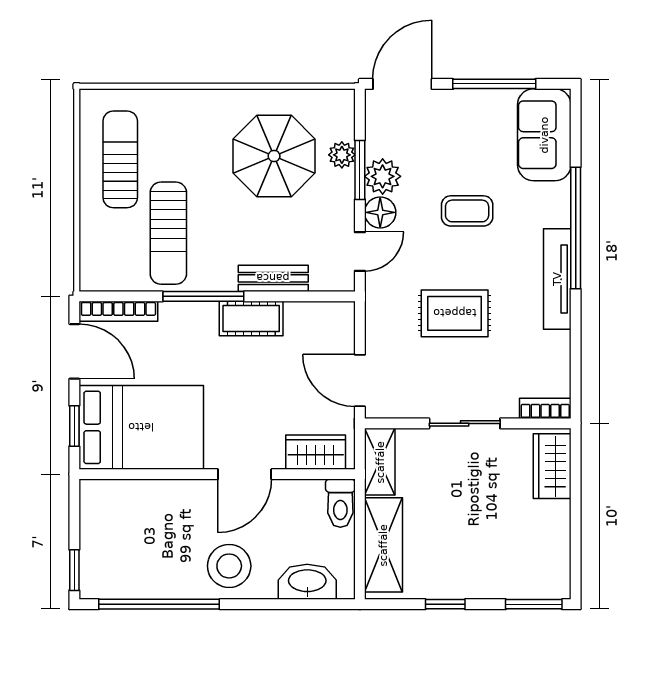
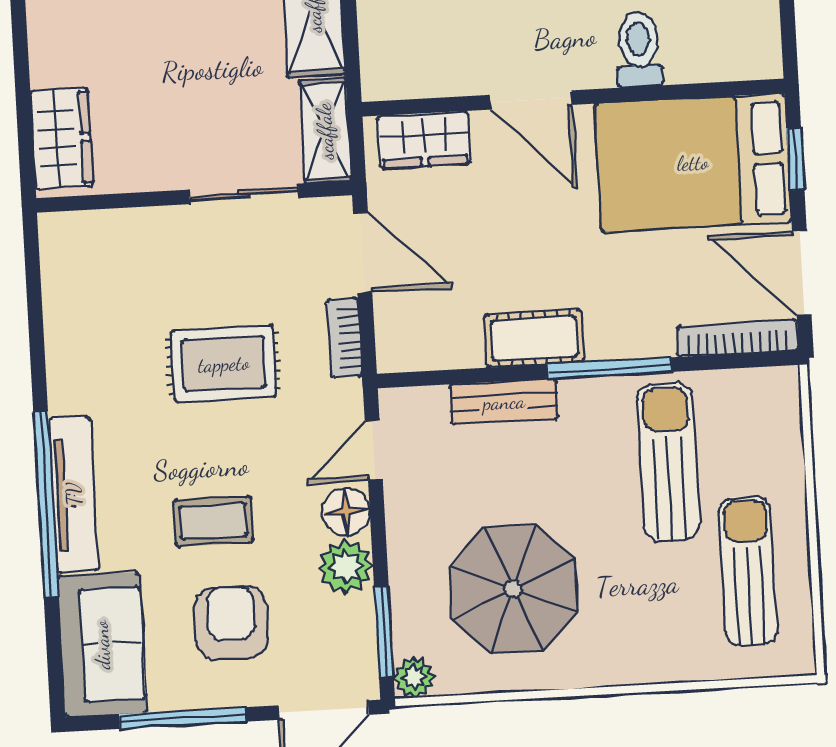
armchair: (459, 144) -> (231, 623), added
plant: (342, 155) -> (414, 677), moved
sun lounger: (120, 159) -> (748, 571), turned 180
window: (360, 170) -> (384, 632), moved
tv unit: (557, 279) -> (74, 494), moved
bookcase: (545, 408) -> (344, 338), moved, turned 90
sliding door: (465, 423) -> (244, 194), moved
door: (245, 474) -> (531, 100), swing flipped
toilet: (340, 503) -> (639, 49), moved

